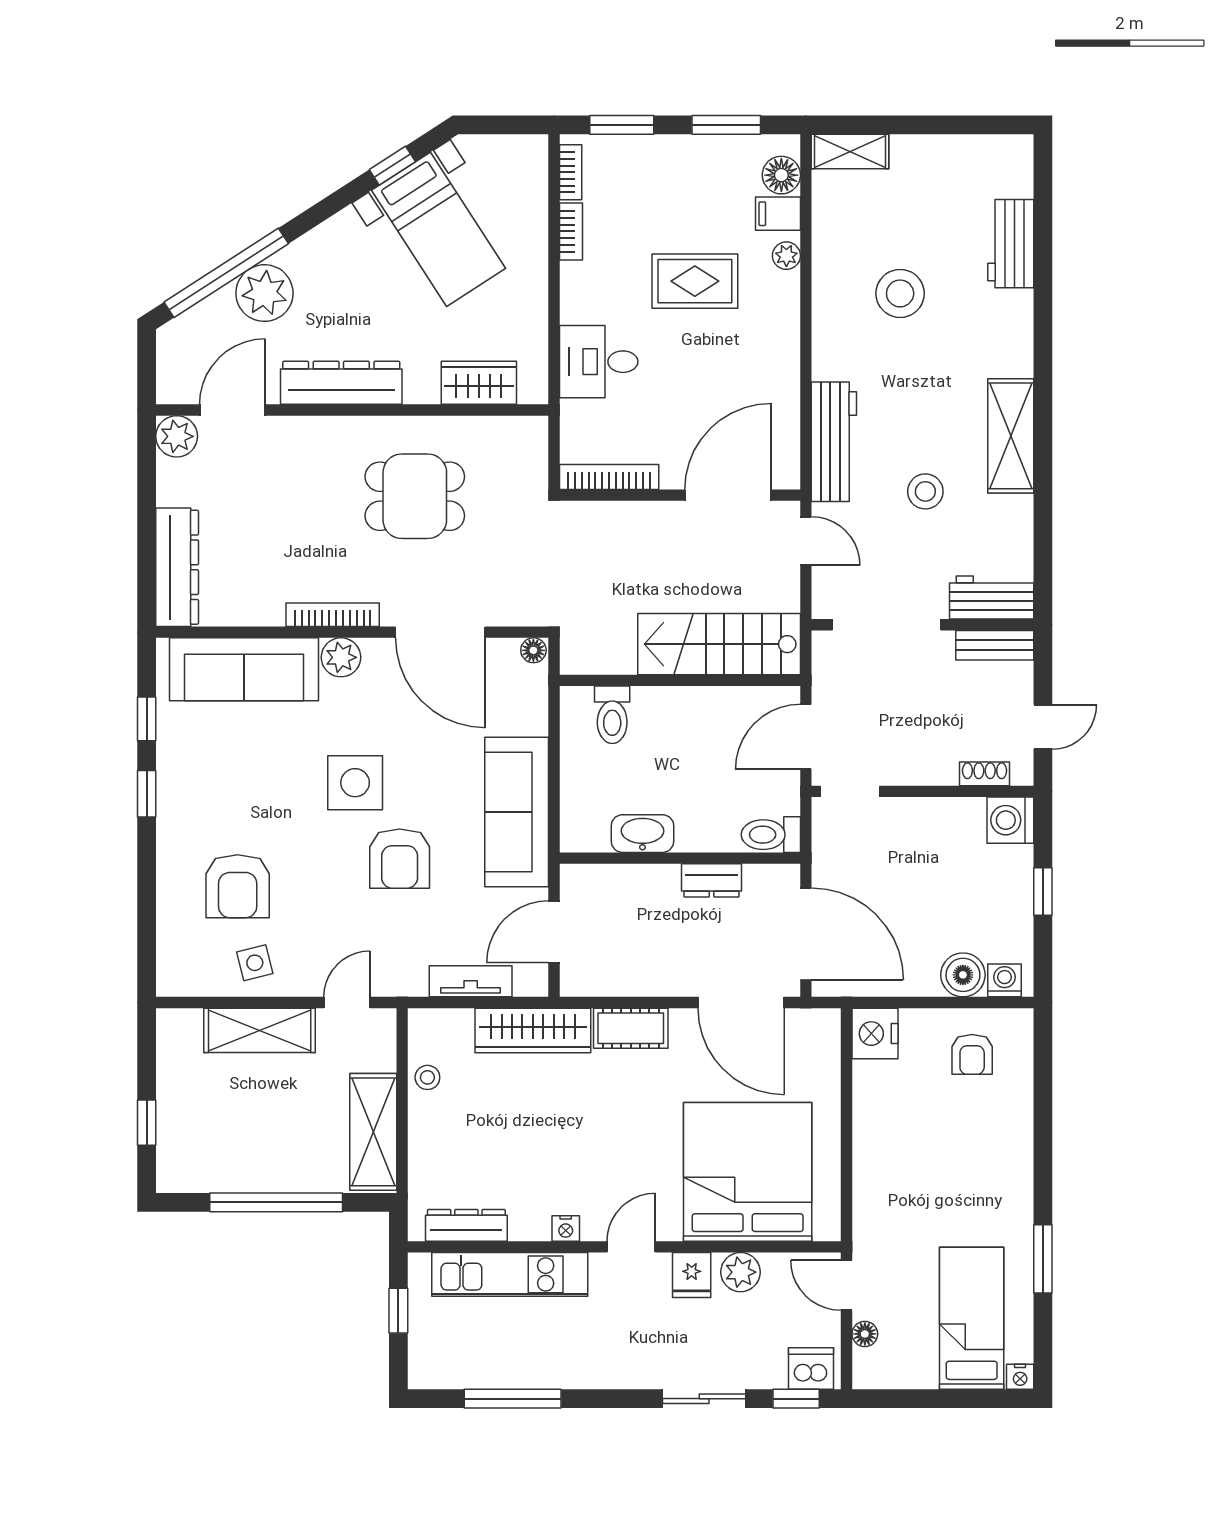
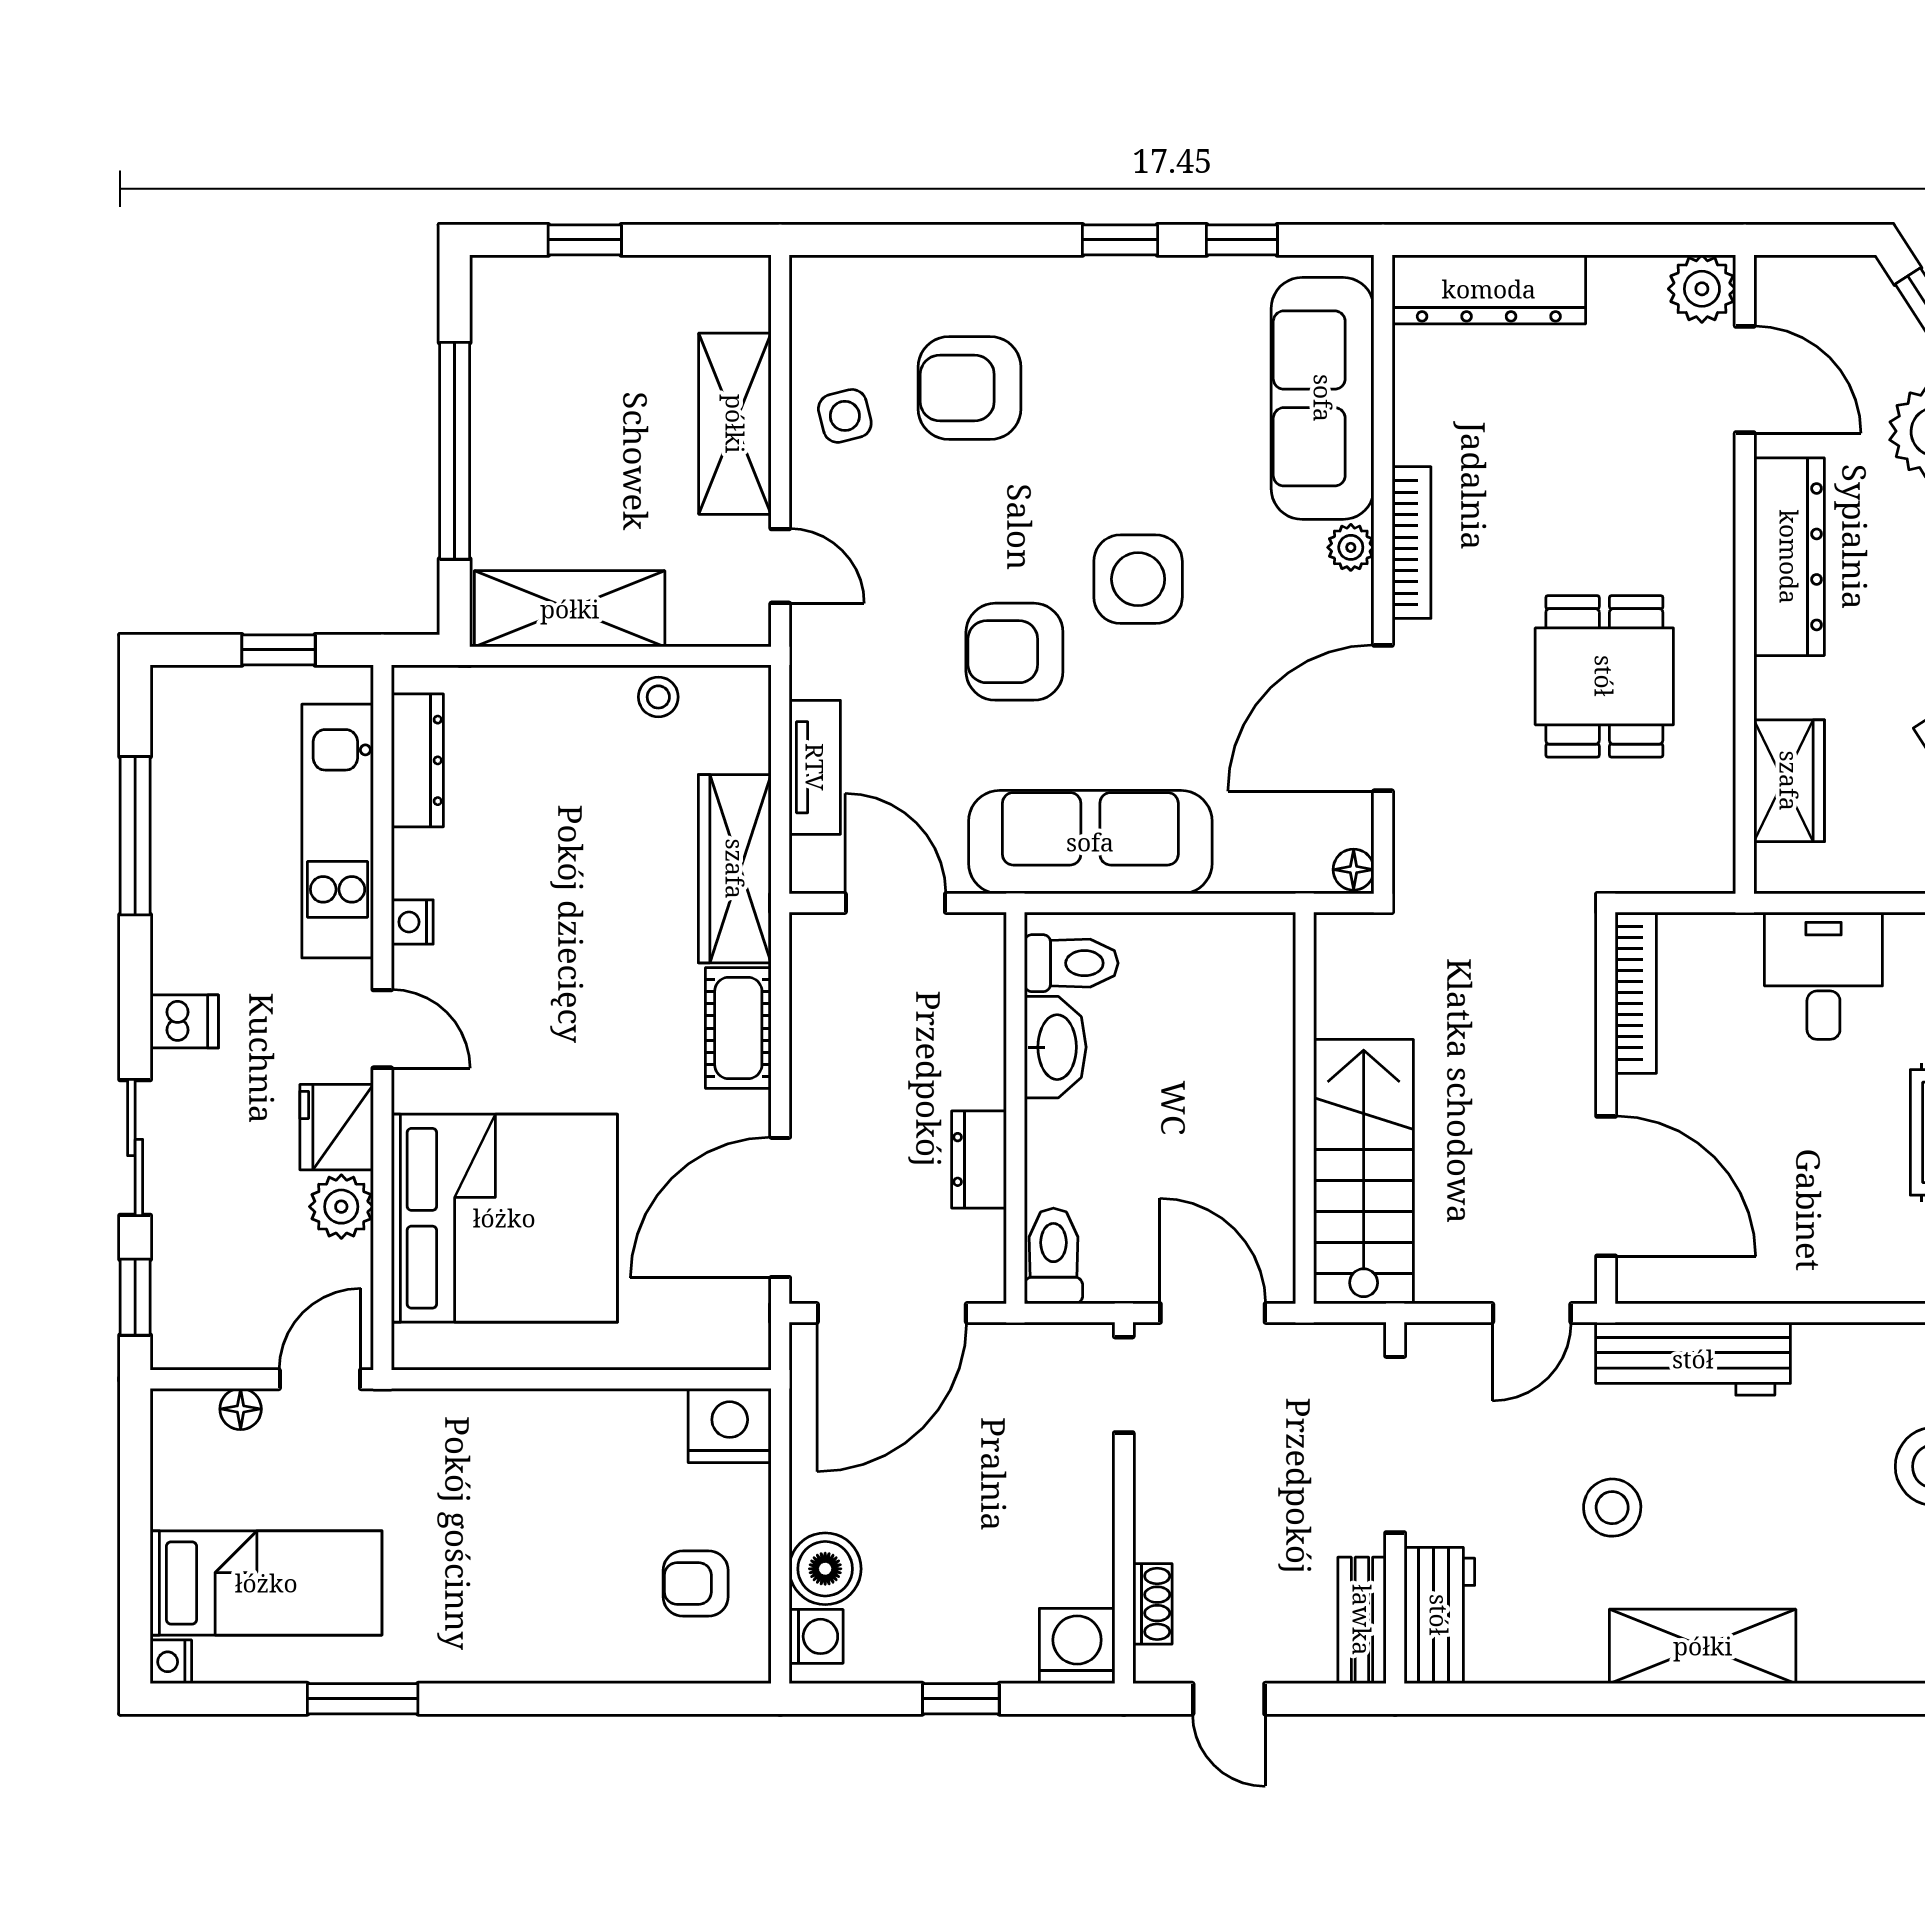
plant: (341, 657) -> (1351, 547), width x0.73, depth x0.73
toilet: (612, 715) -> (1071, 963), moved, turned 180
fridge: (692, 1275) -> (337, 1127), width x1.38
dishwasher: (811, 1369) -> (184, 1021), moved, width x0.73

